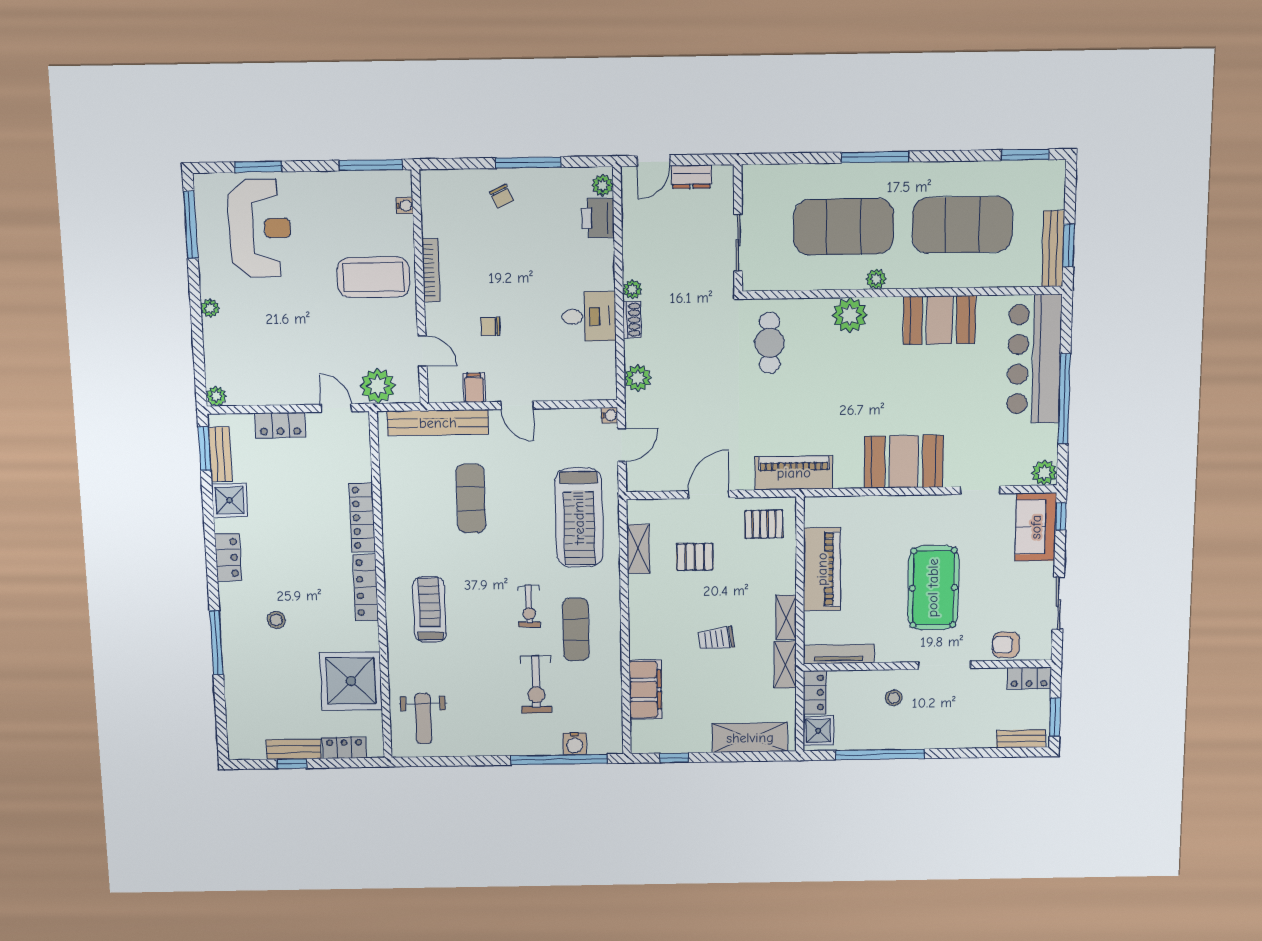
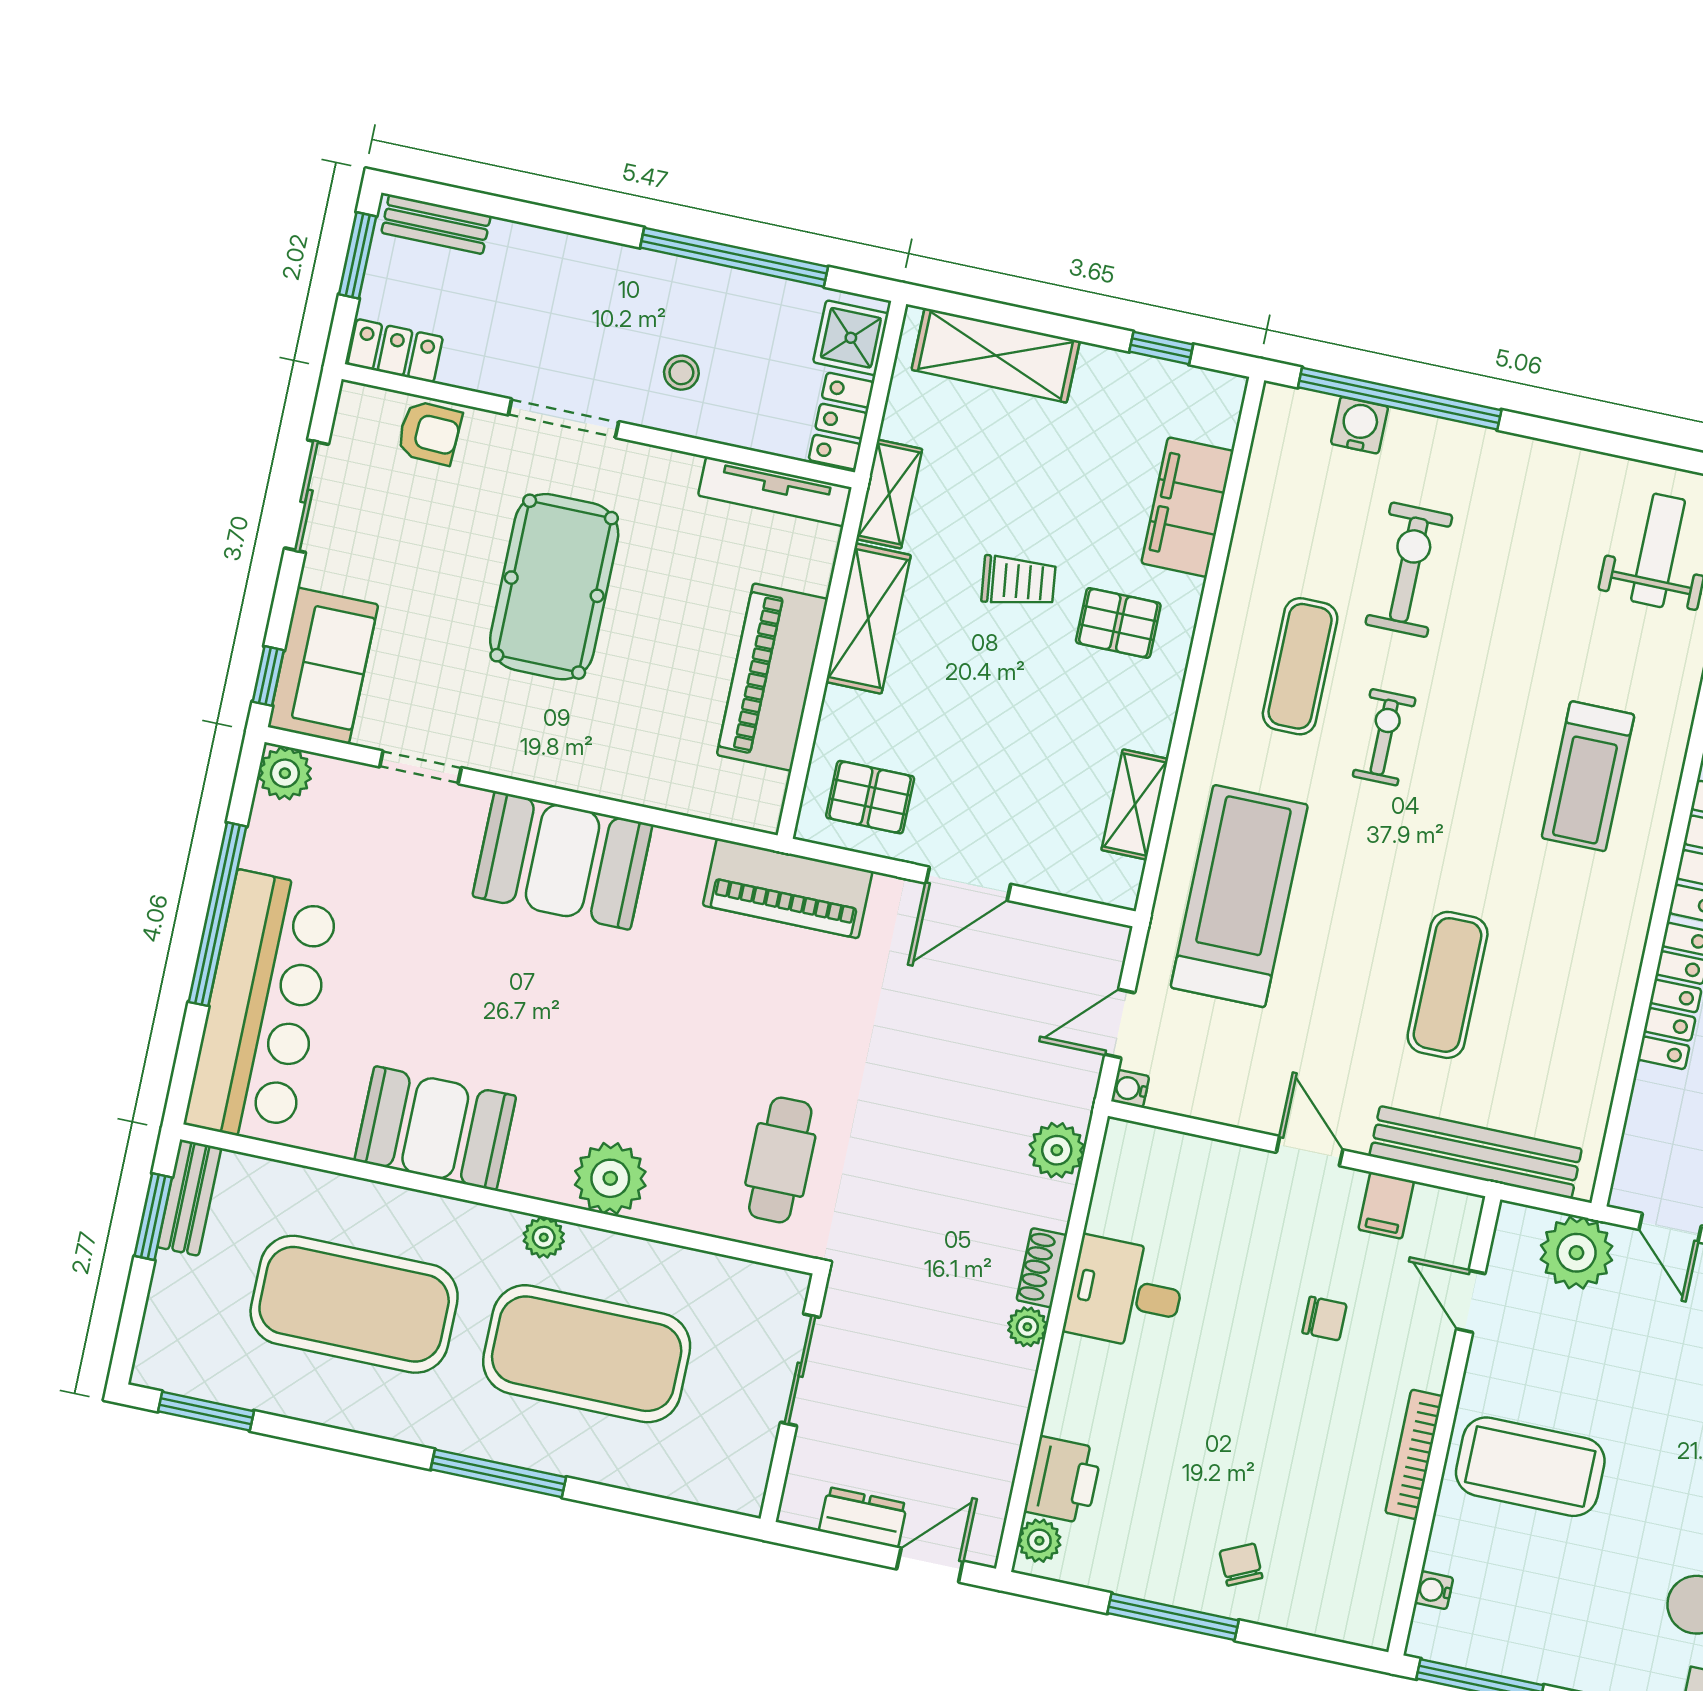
bench: (1053, 249) -> (189, 1198), width x0.73
pallet: (695, 557) -> (1118, 623), moved
shelving: (786, 617) -> (868, 618), width x1.50, depth x1.33

